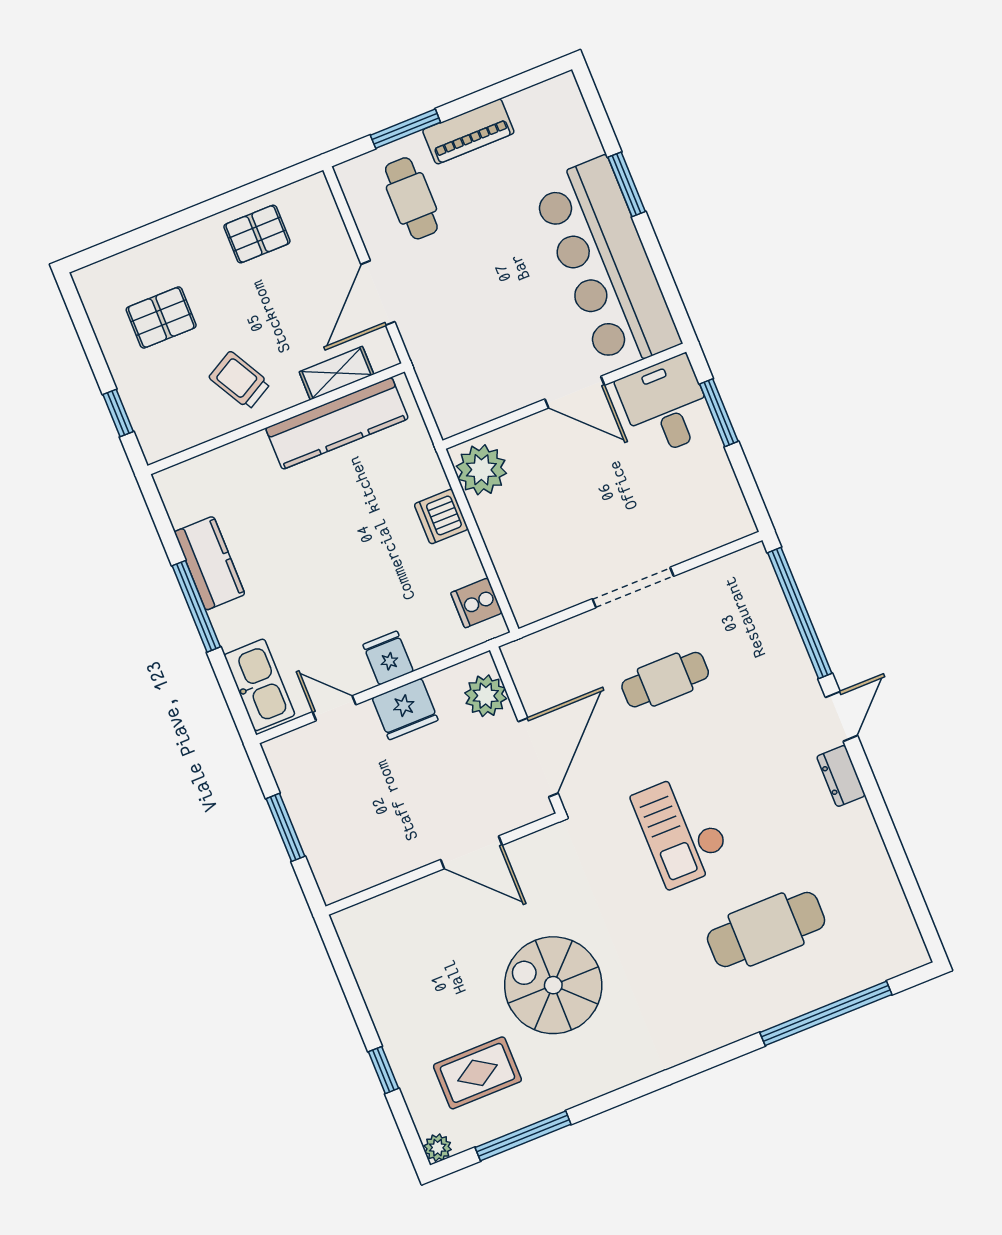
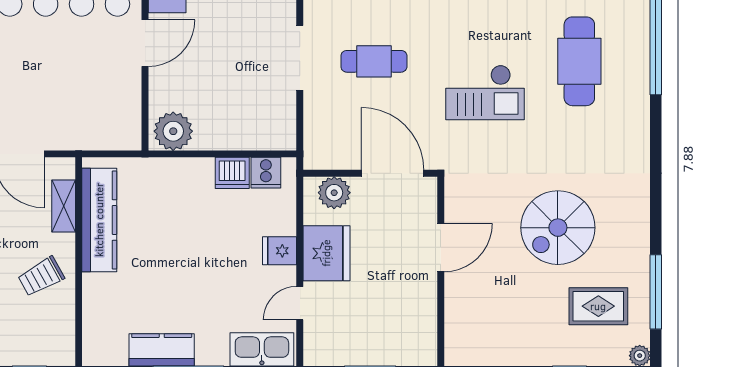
dishwasher: (441, 517) -> (232, 173), moved
cafe table: (665, 680) -> (374, 61), turned 90
fridge: (405, 709) -> (326, 253), width x1.36, depth x1.34
rug: (477, 1073) -> (598, 306), turned 90

